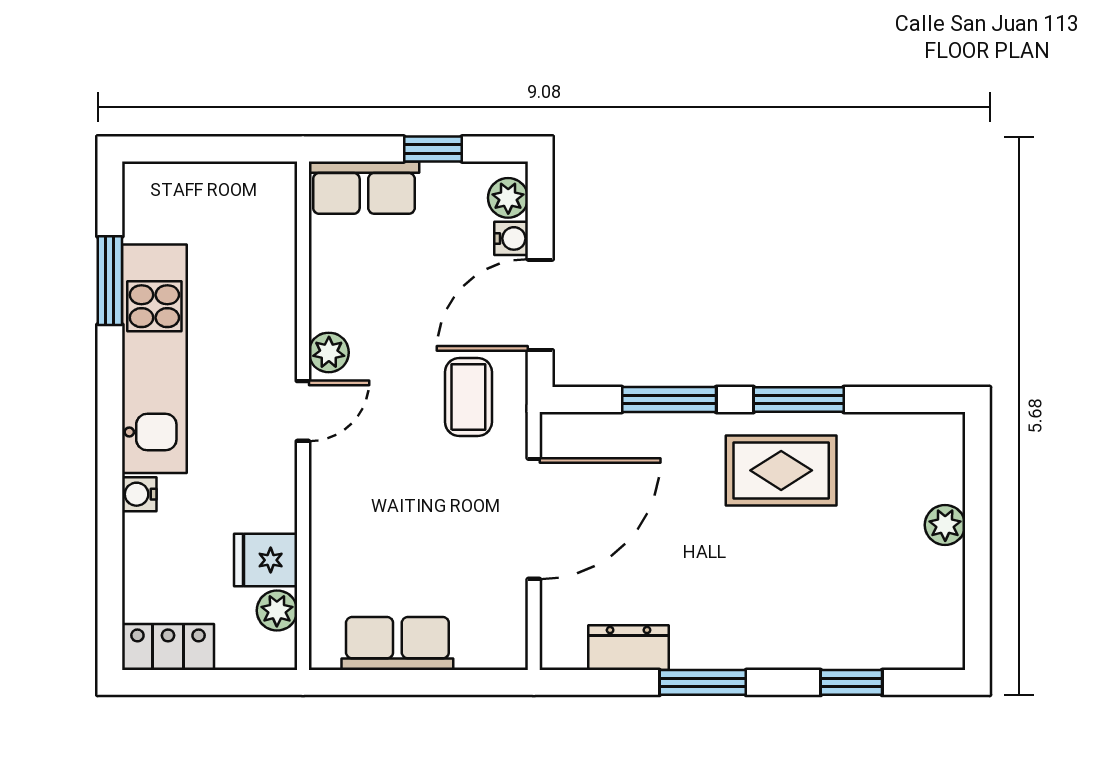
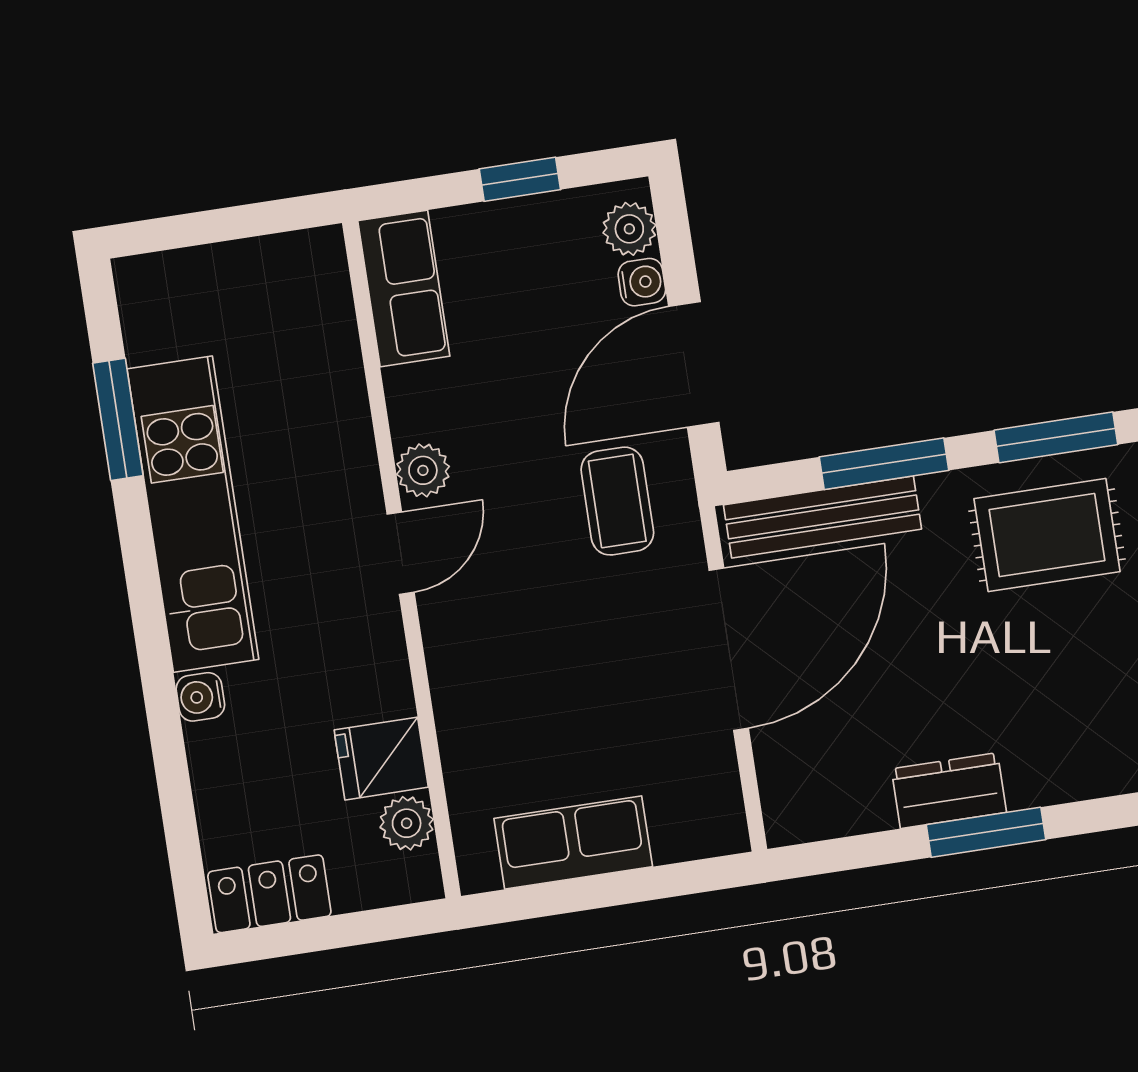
row of seats: (364, 188) -> (404, 288), moved, turned -90
bench: (618, 432) -> (823, 517), added
dresser: (629, 648) -> (949, 791), moved

